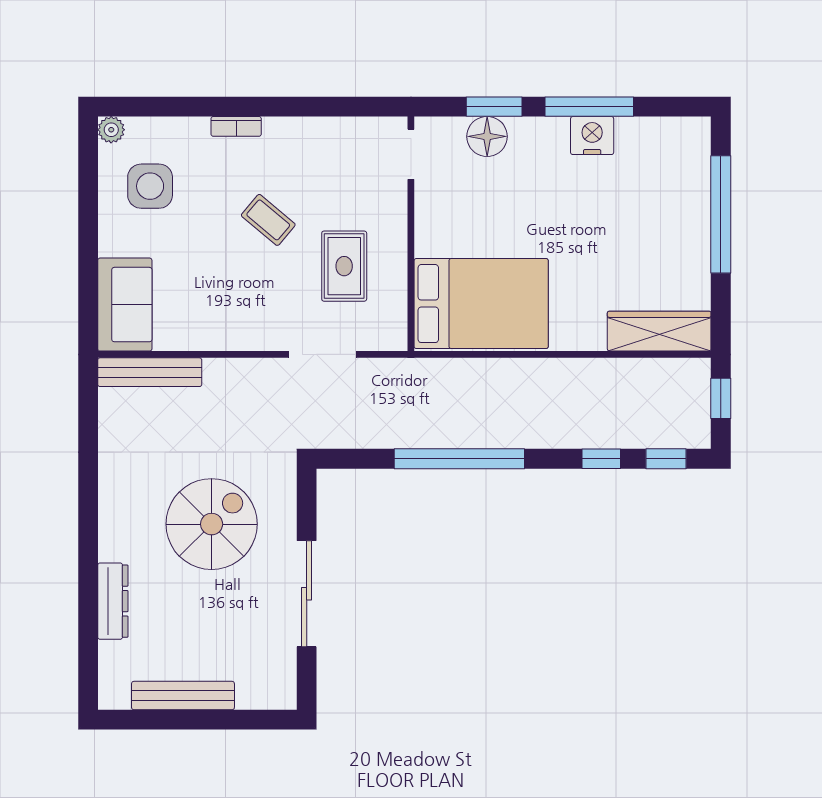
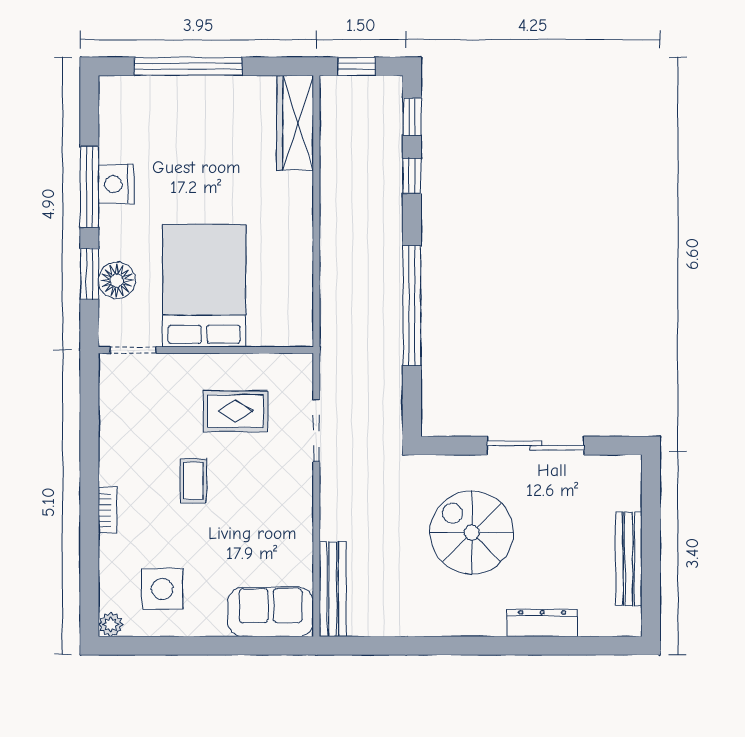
coffee table: (268, 220) -> (193, 481), turned -40
bed: (481, 304) -> (204, 286), moved

